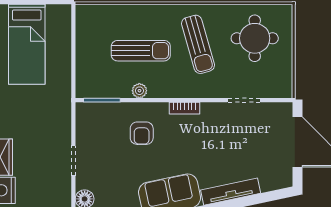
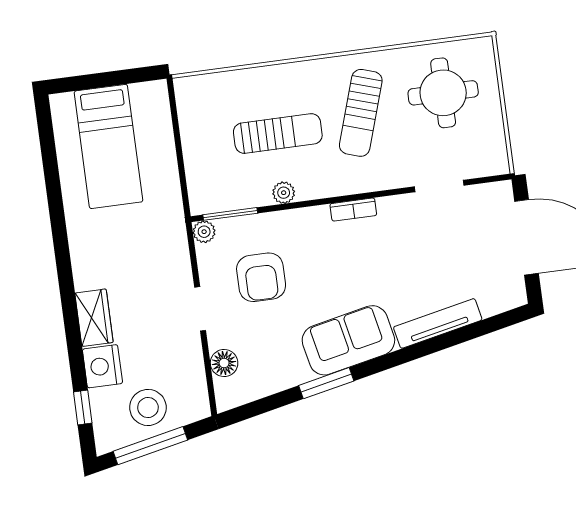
sun lounger: (198, 44) -> (361, 113), turned 34
plant: (83, 110) -> (204, 232), added
armchair: (142, 133) -> (261, 277), moved, width x1.38, depth x1.38

